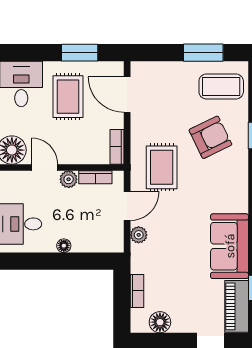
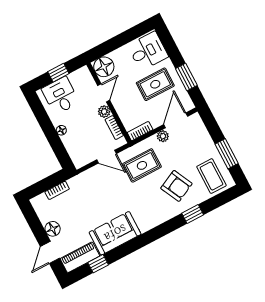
plant: (139, 235) -> (163, 136), moved
floor lamp: (160, 322) -> (53, 229), moved

